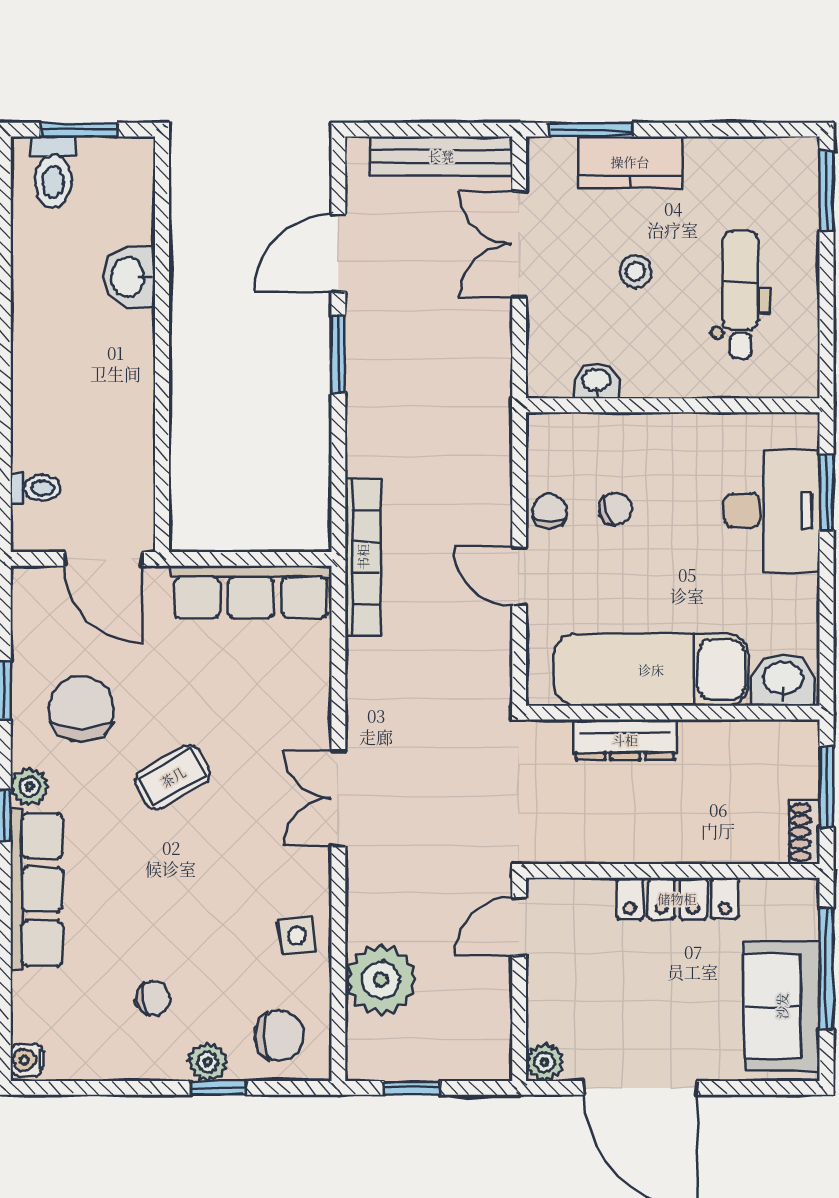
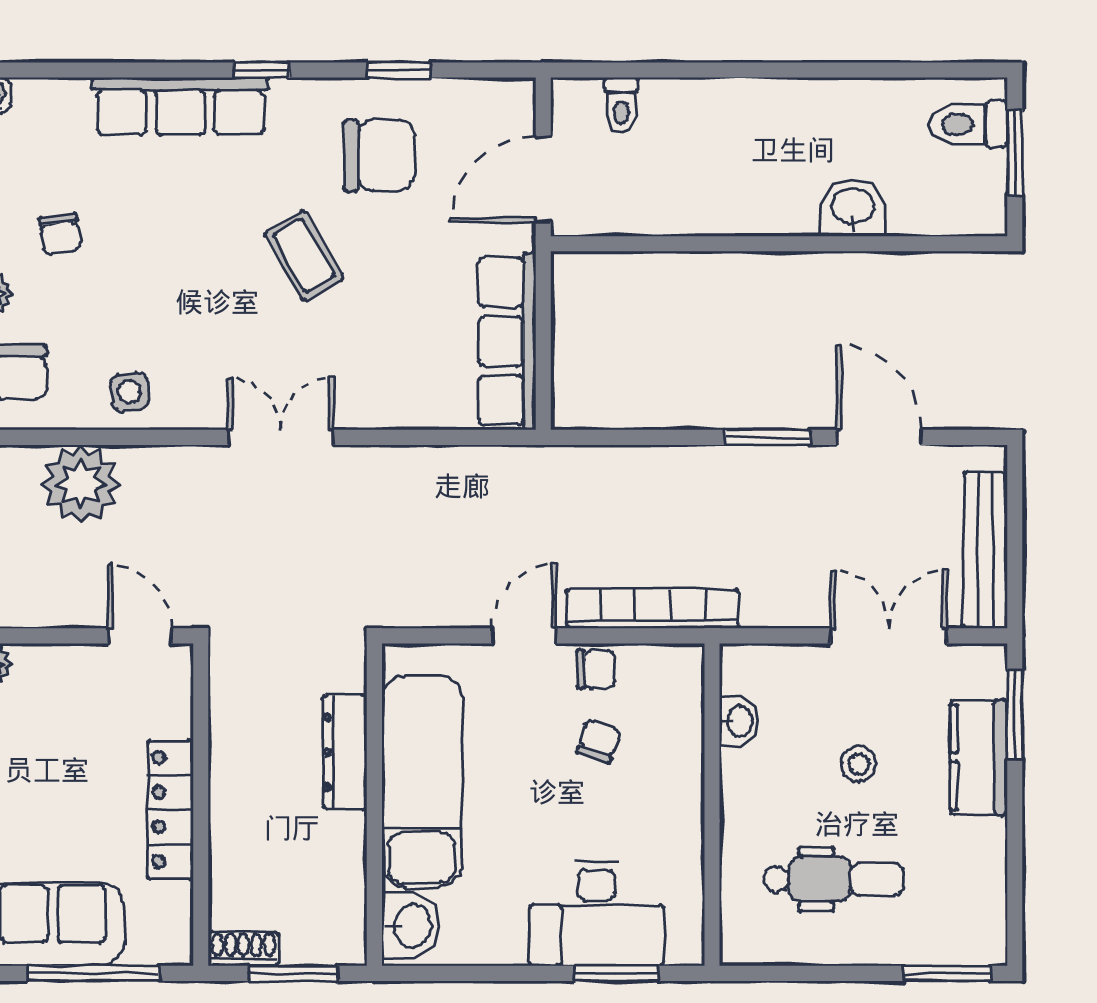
chair: (615, 509) -> (598, 741), turned -143
bookcase: (363, 557) -> (652, 609), moved, turned 180
plant: (30, 786) -> (294, 98), removed

